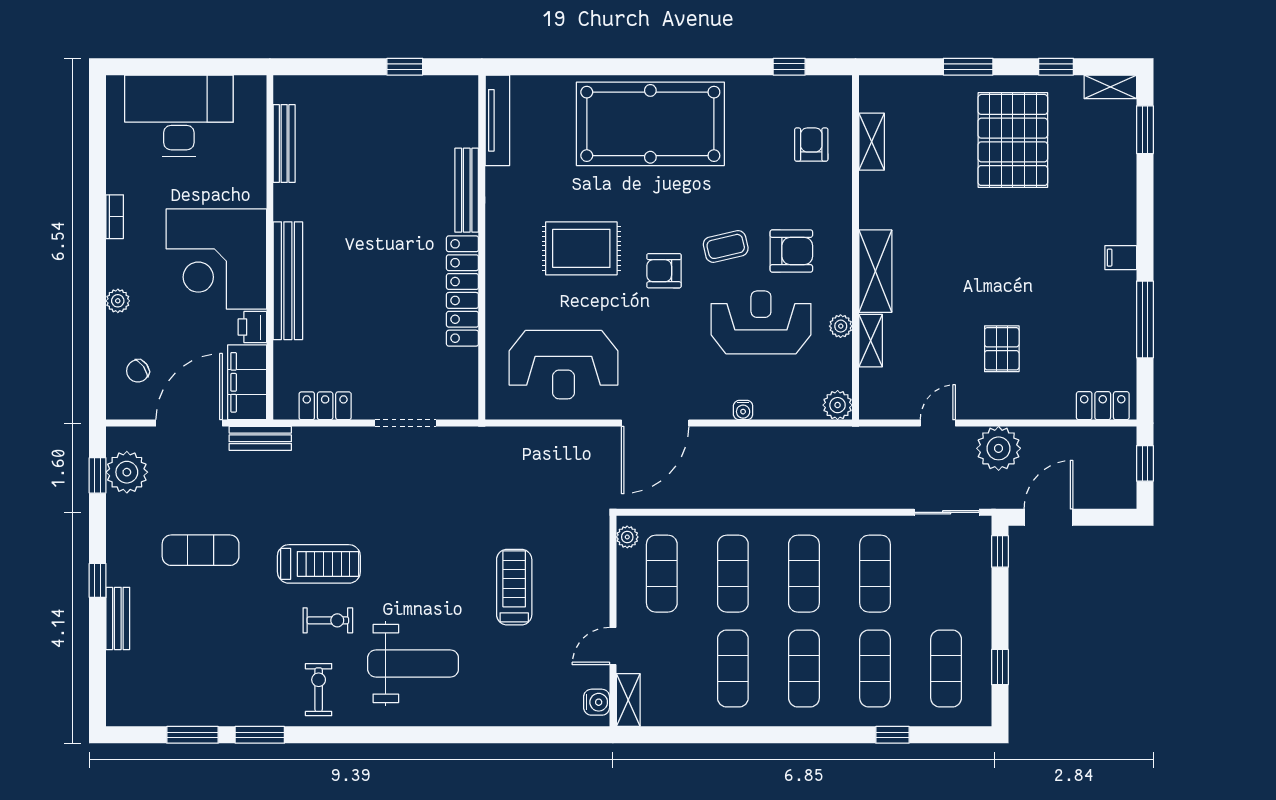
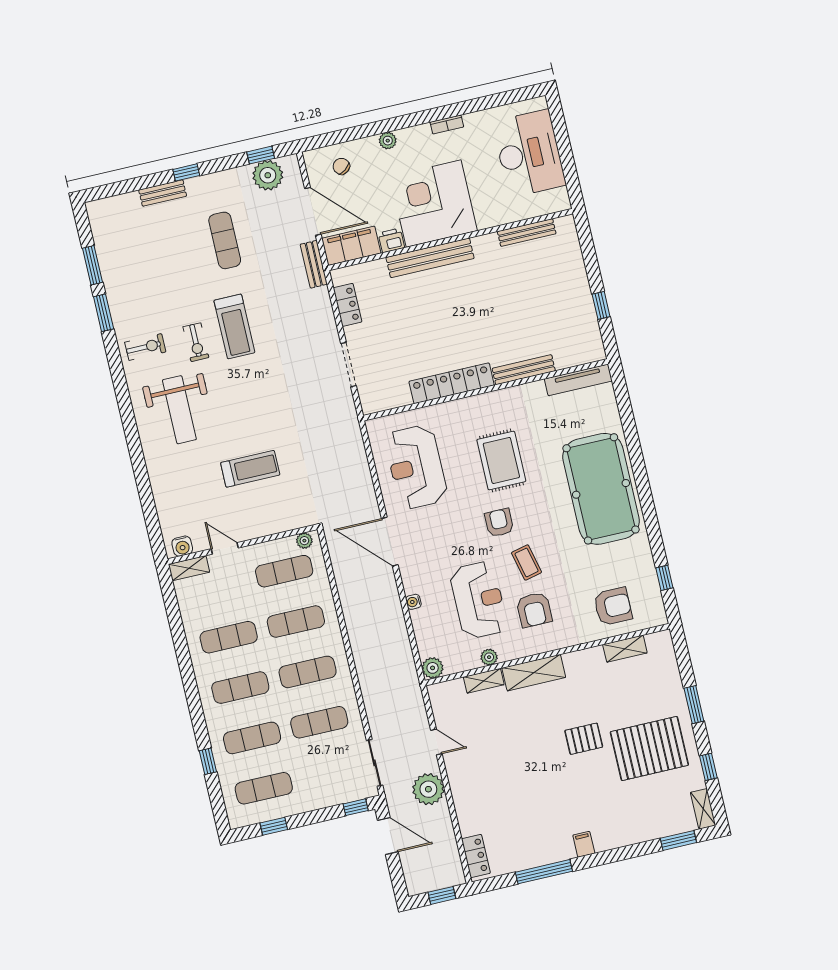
armchair: (811, 145) -> (613, 606), width x1.38, depth x1.38
pallet: (1002, 349) -> (584, 739), moved

